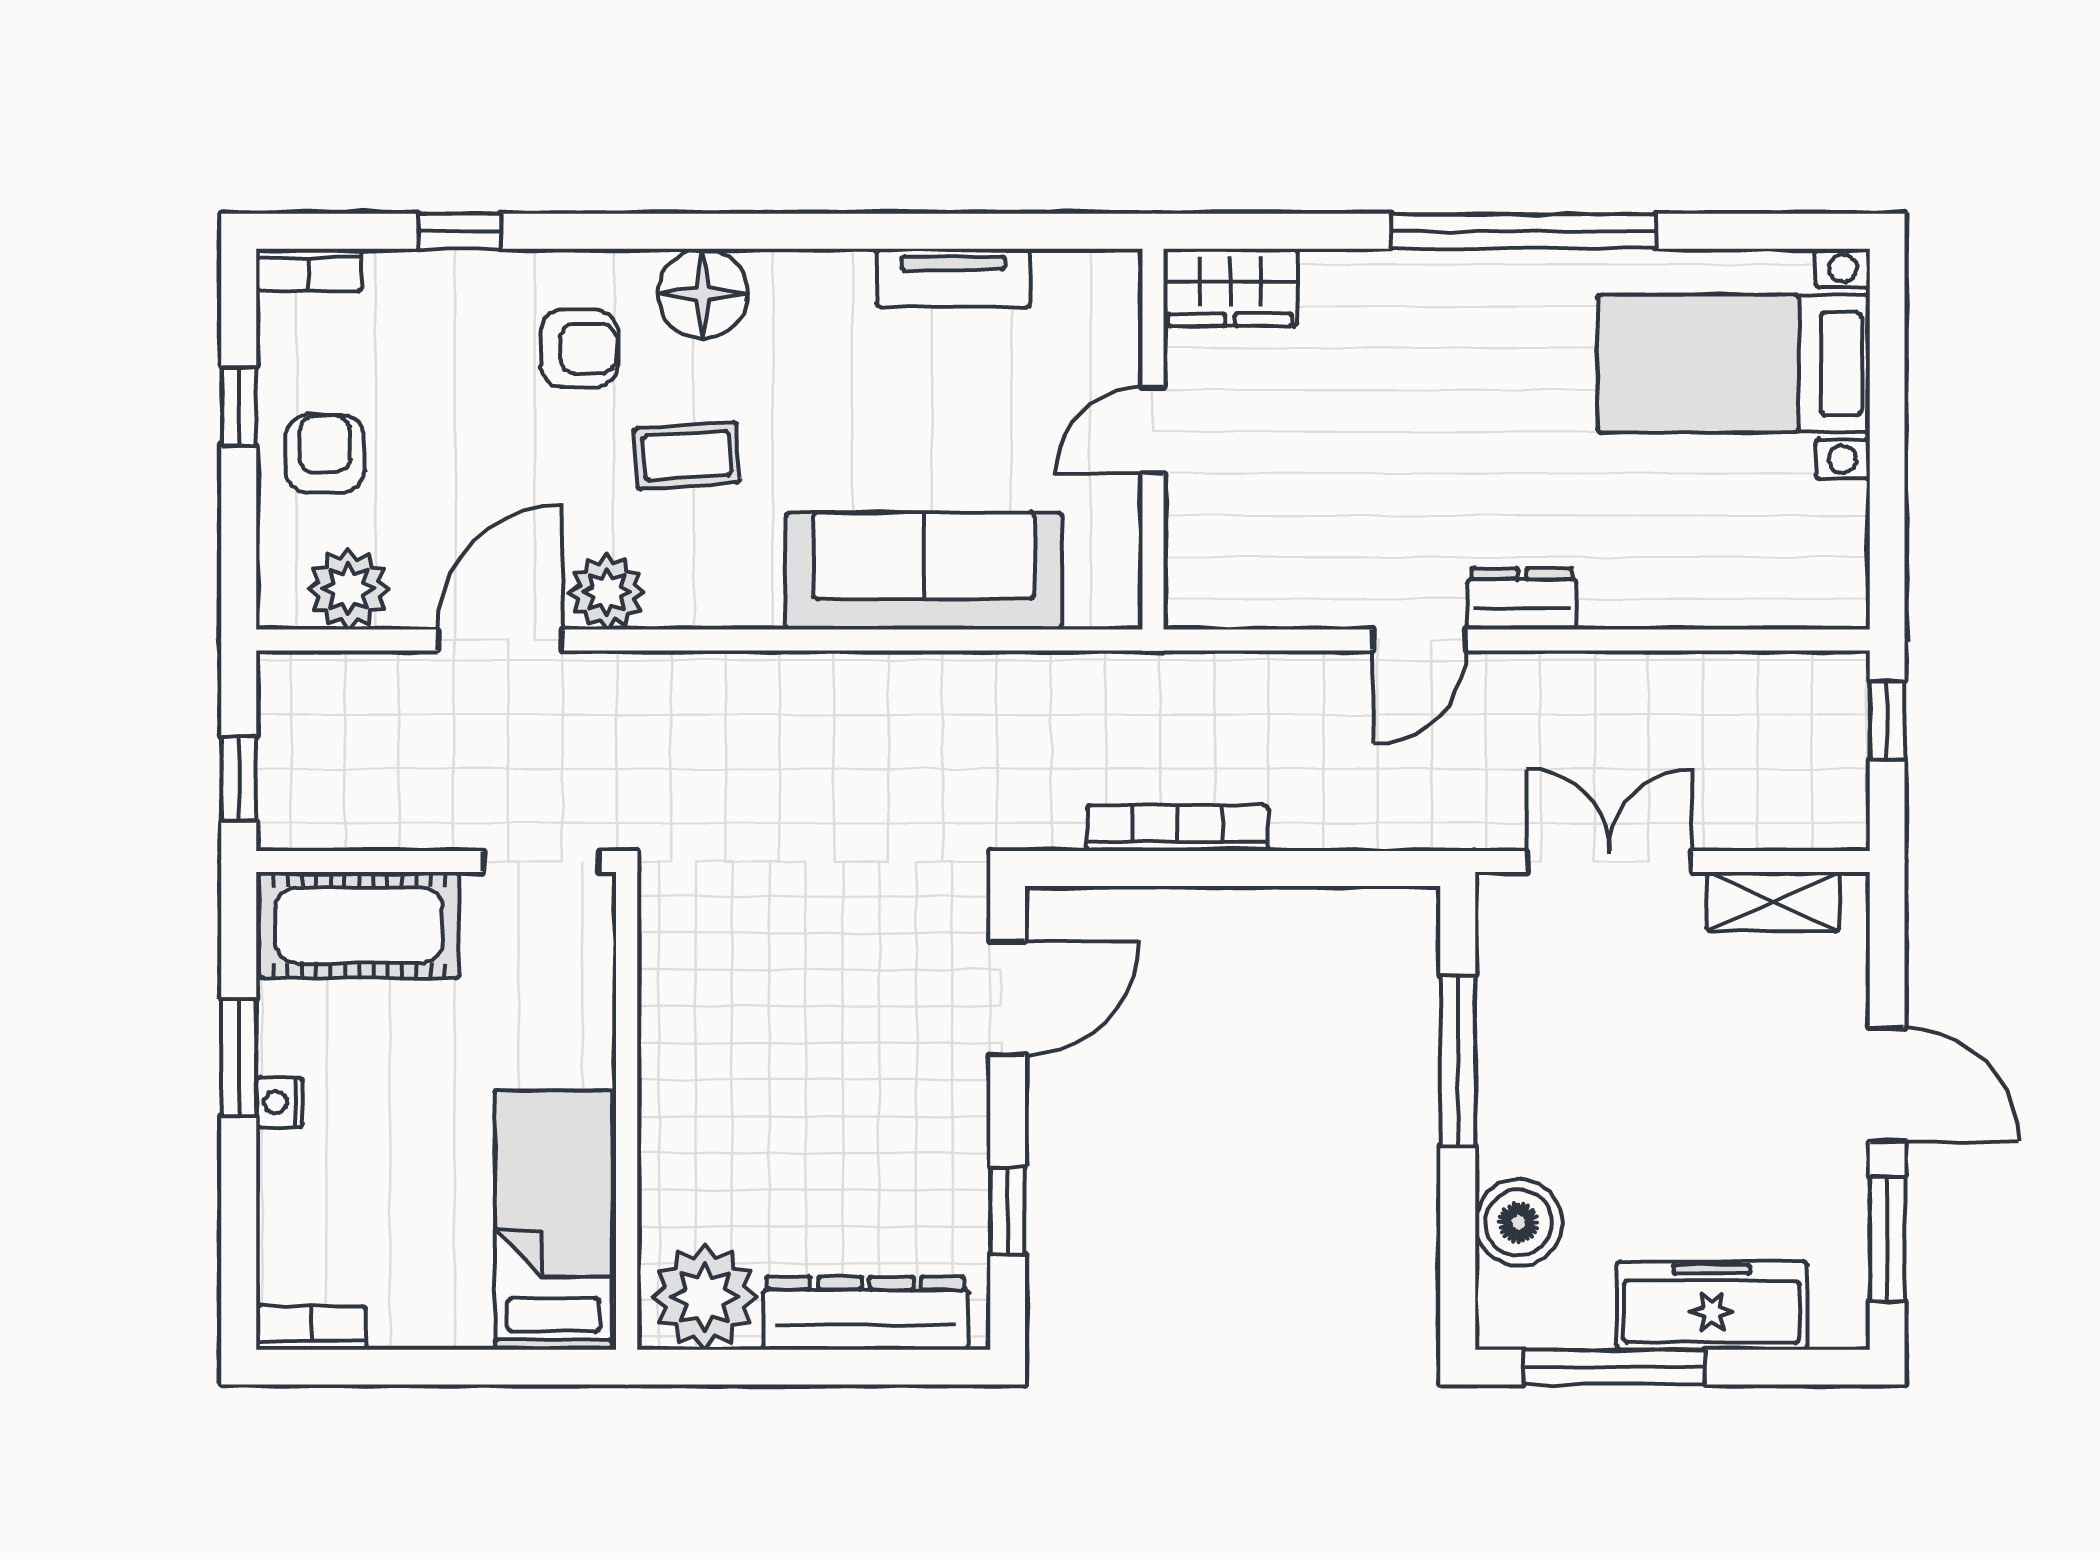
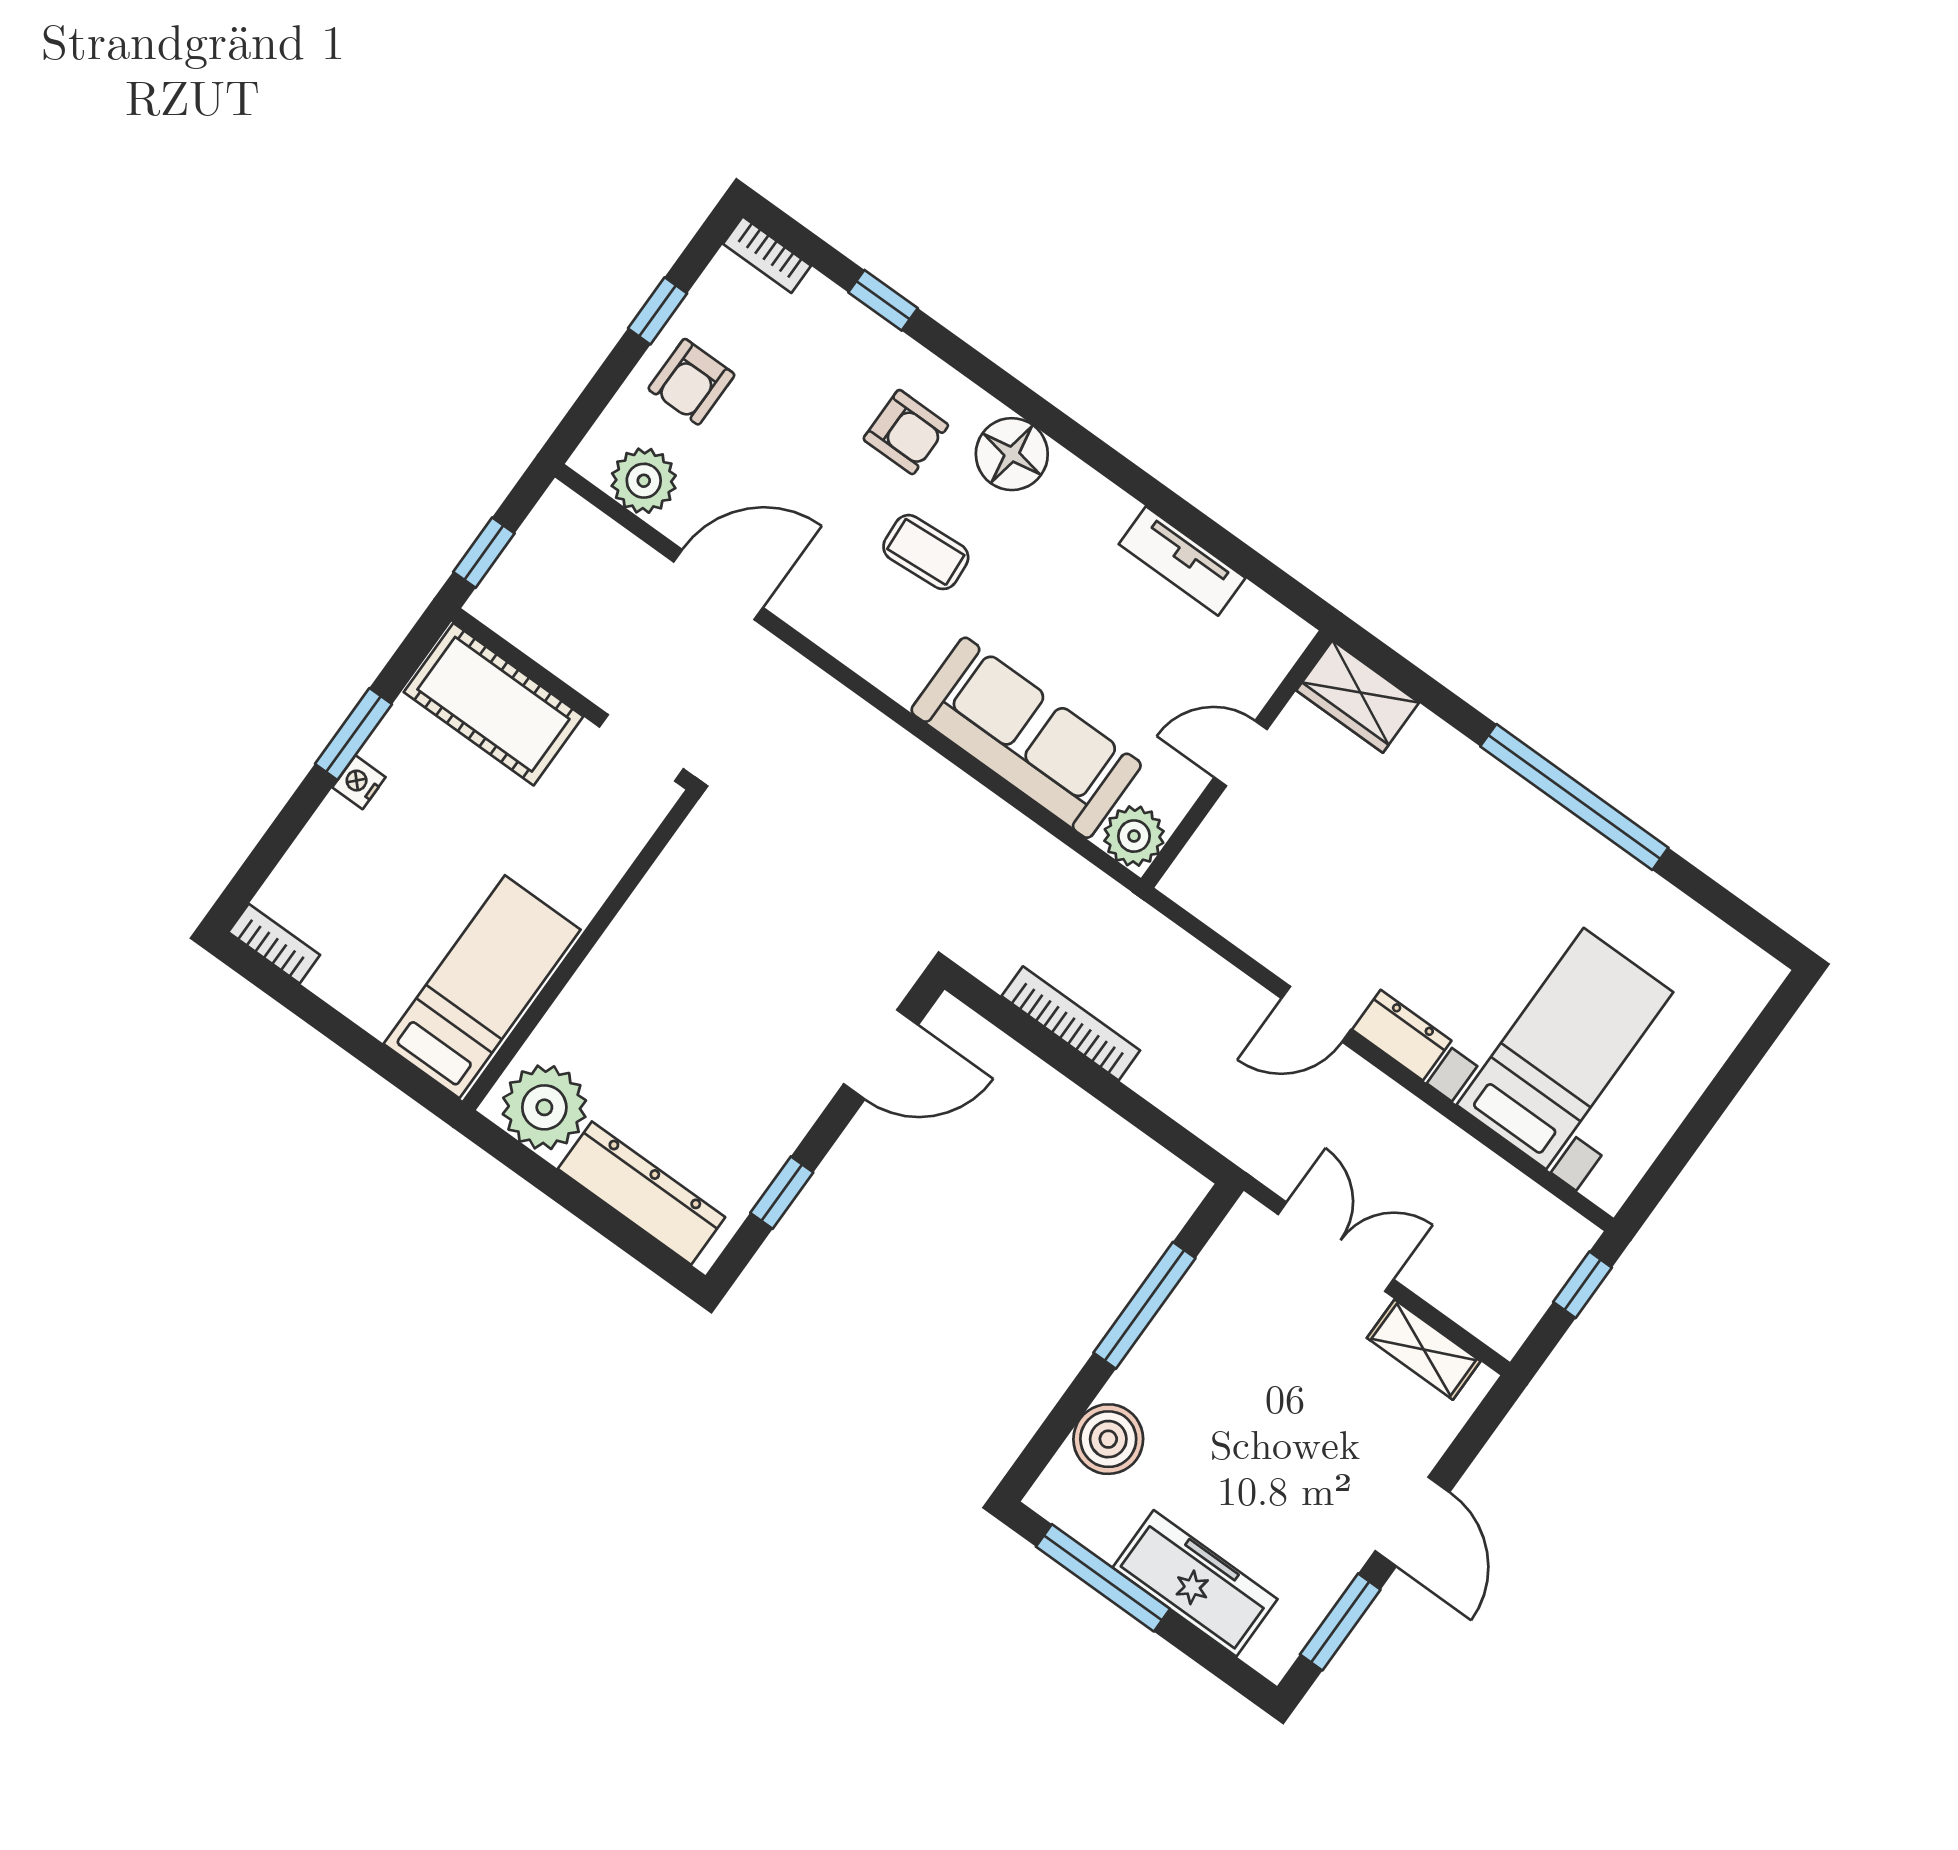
bed with nightstands: (1734, 364) -> (1565, 1049), moved, turned 90
armchair: (325, 454) -> (691, 382), turned 180
plant: (606, 592) -> (1134, 836), moved

